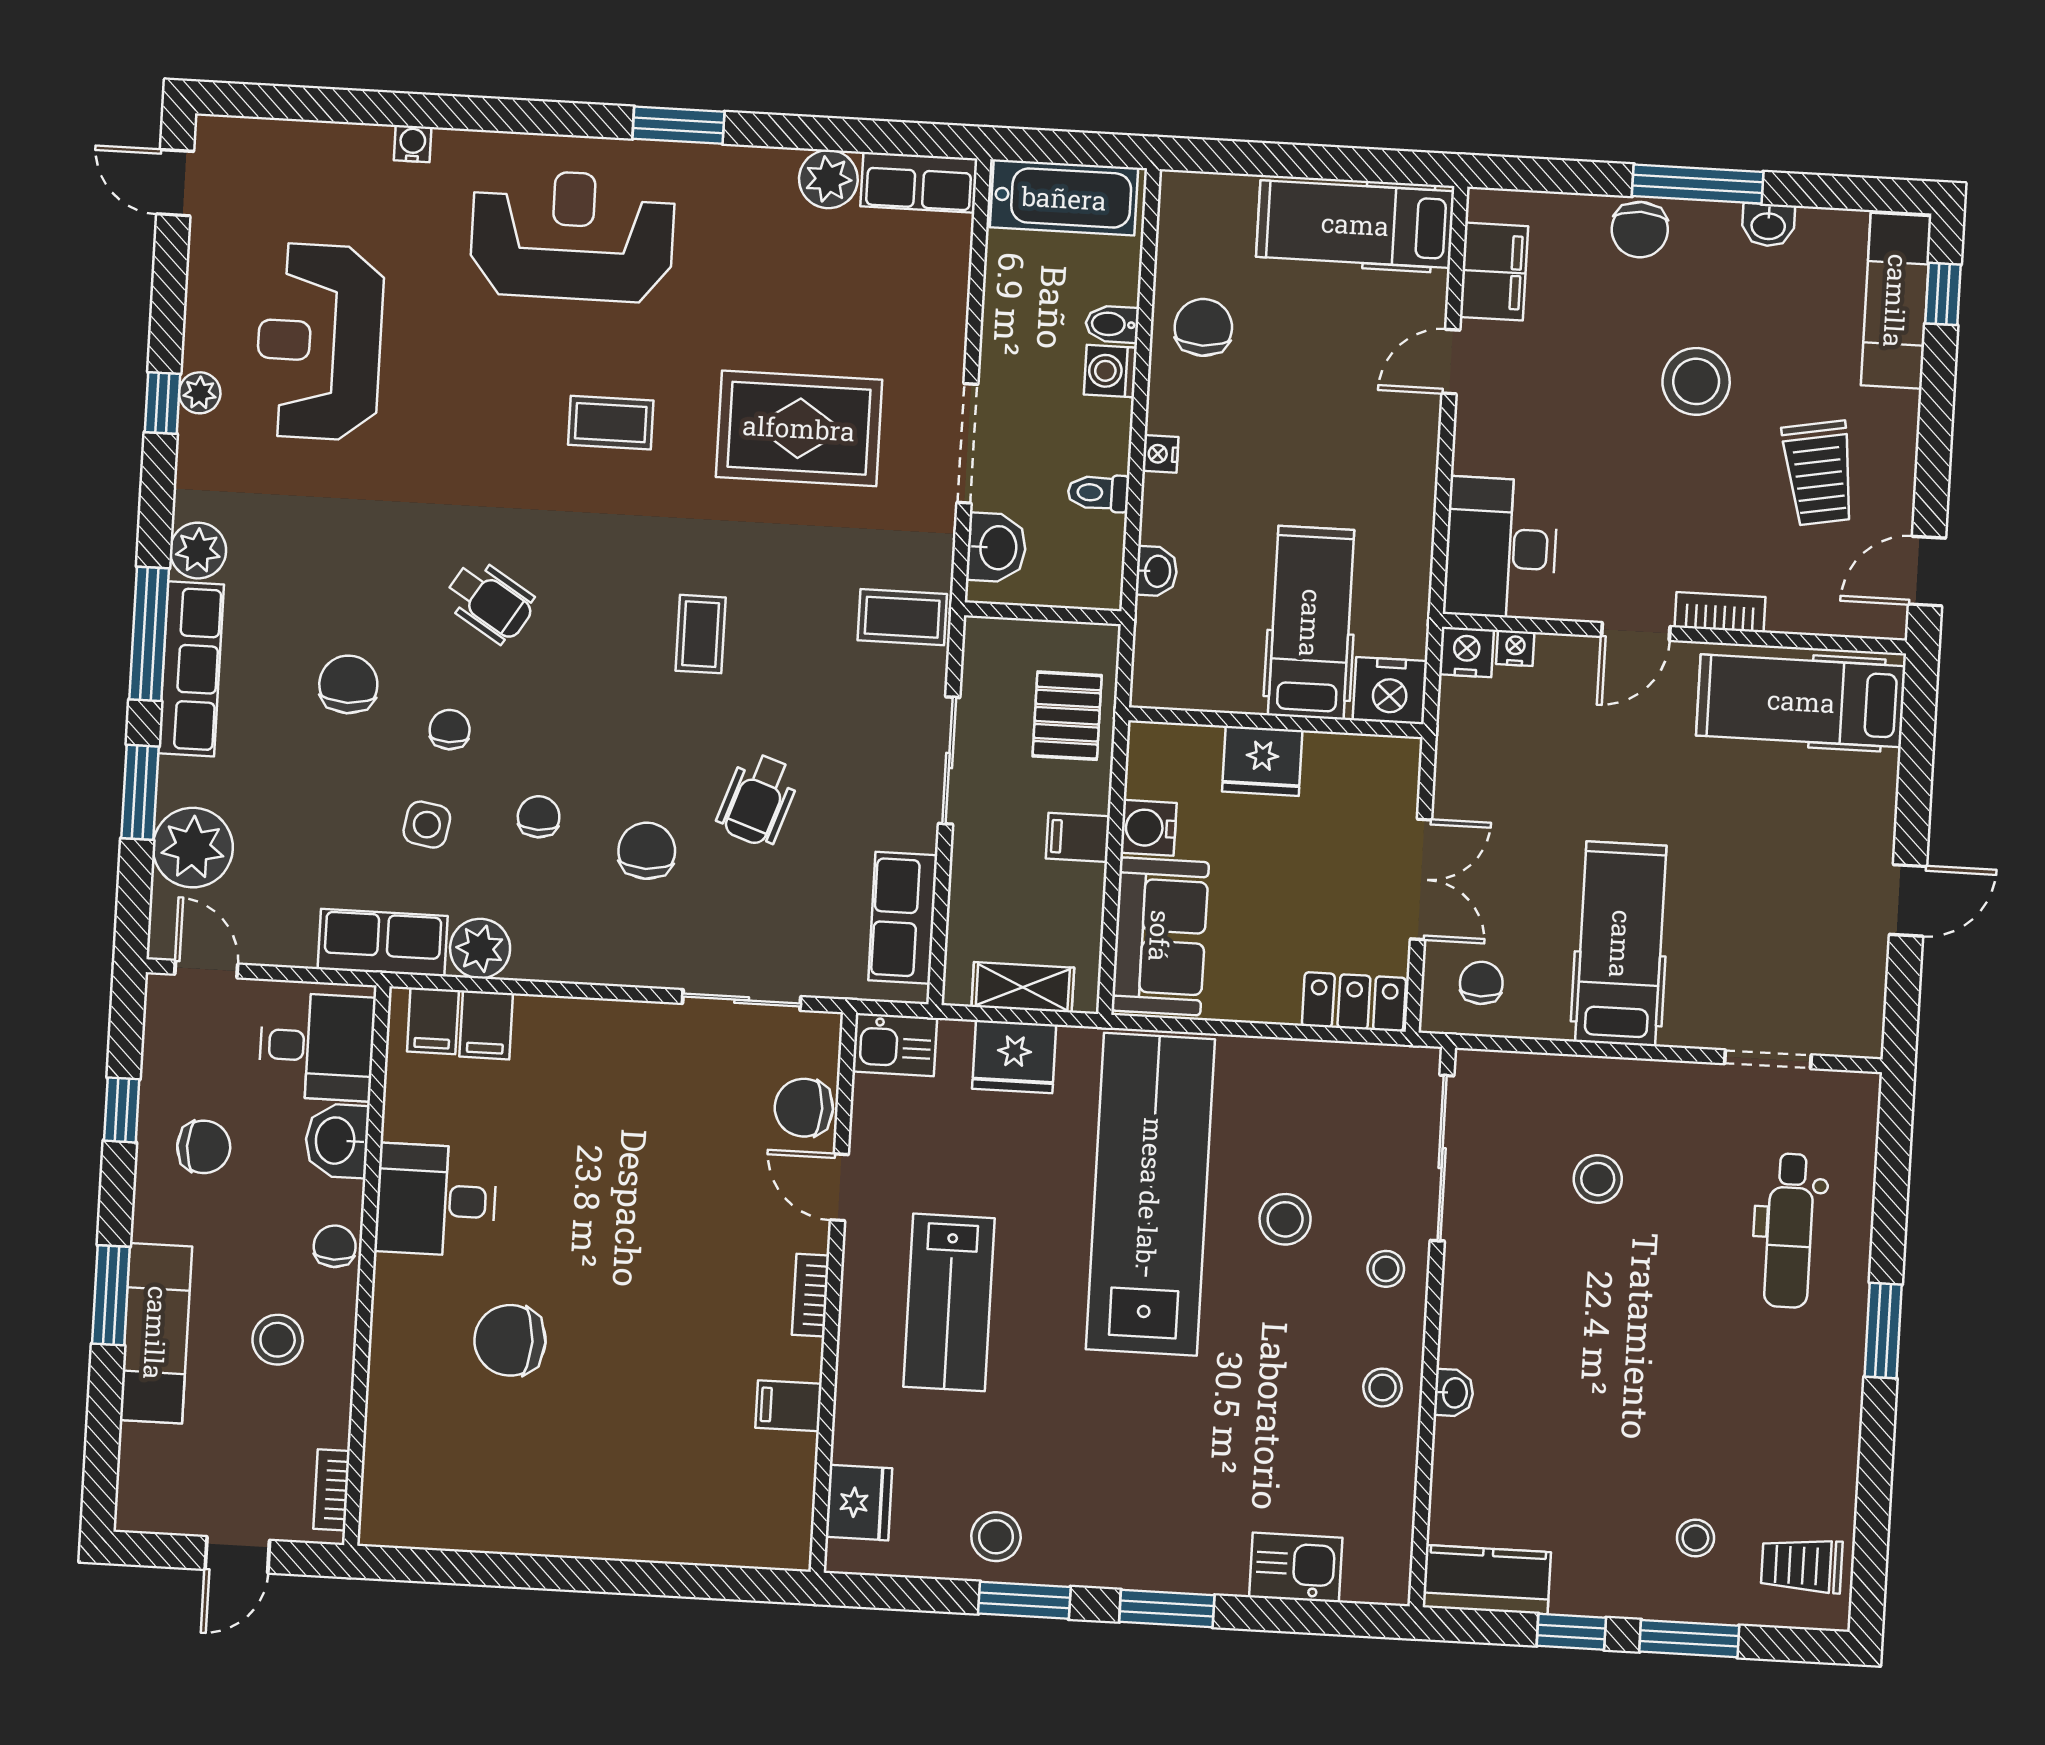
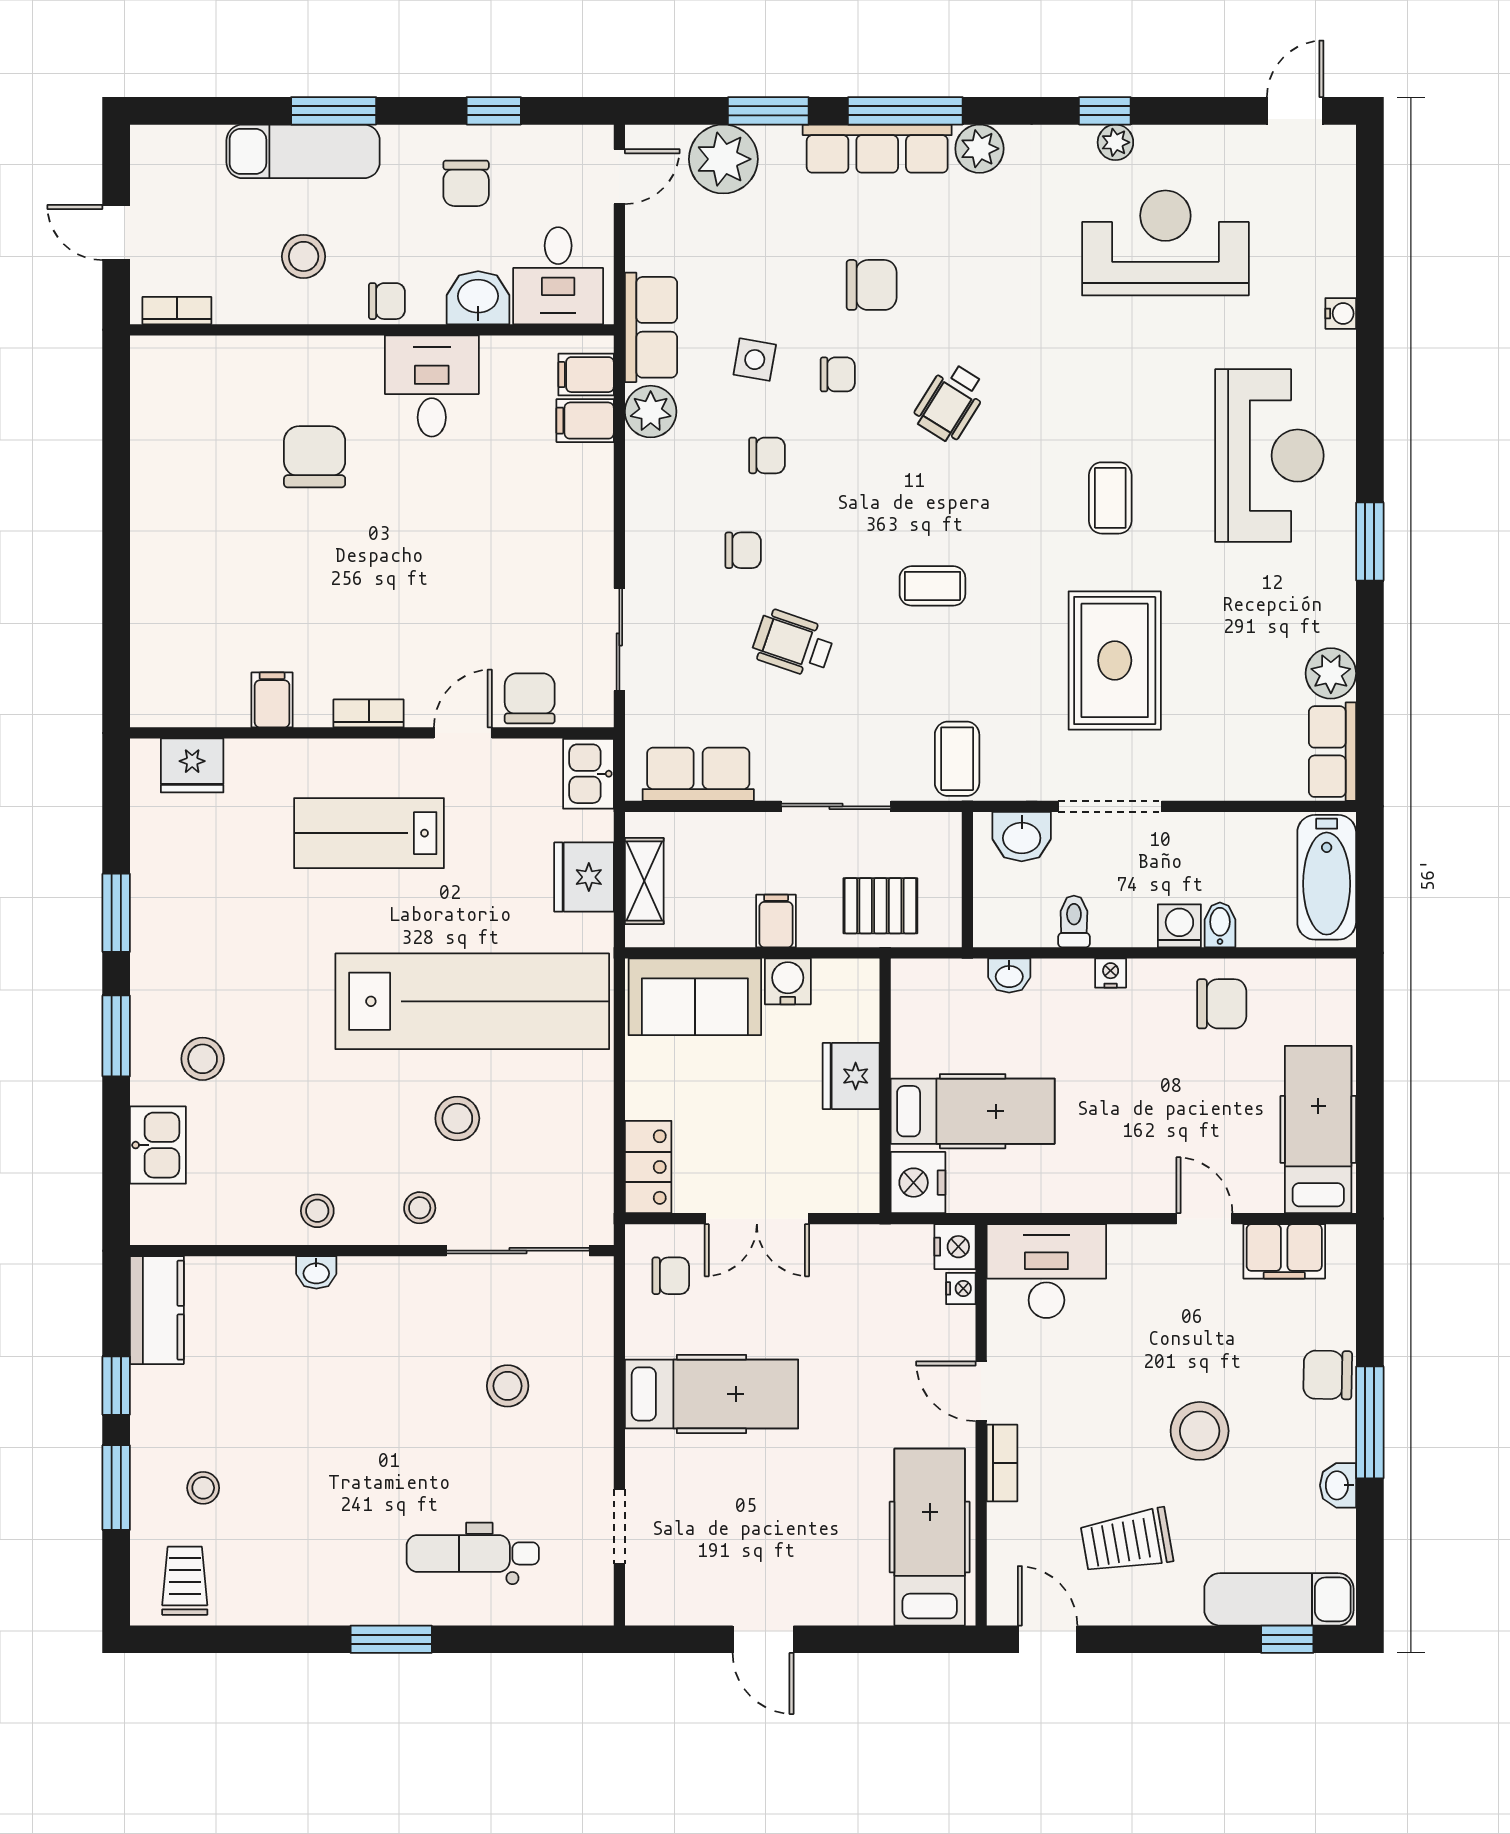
chair: (647, 851) -> (743, 550), width x0.73, depth x0.73
stool: (996, 1537) -> (203, 1059), moved

